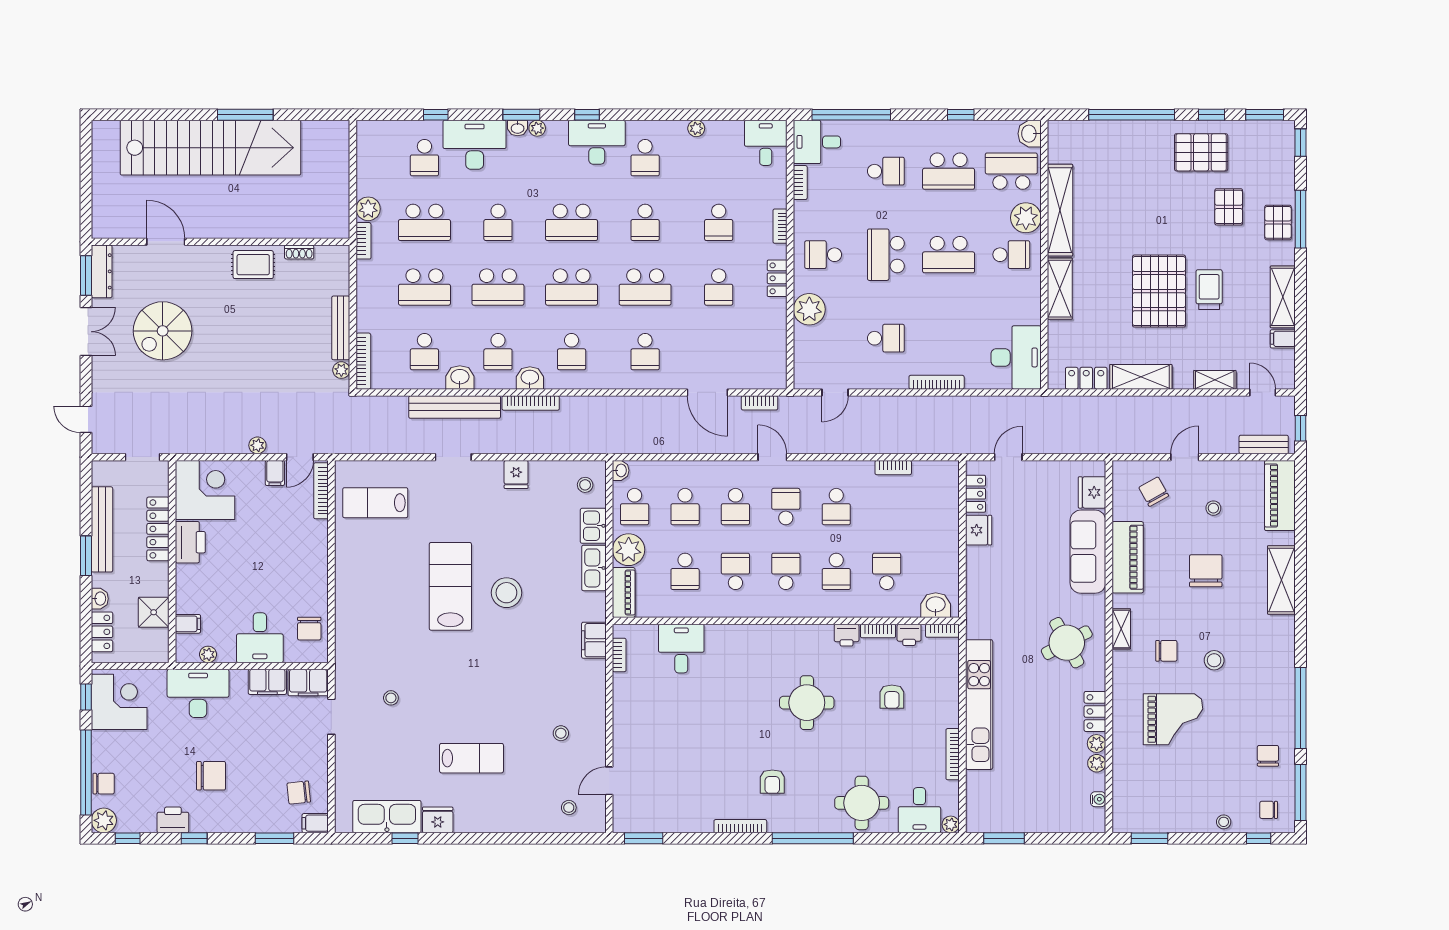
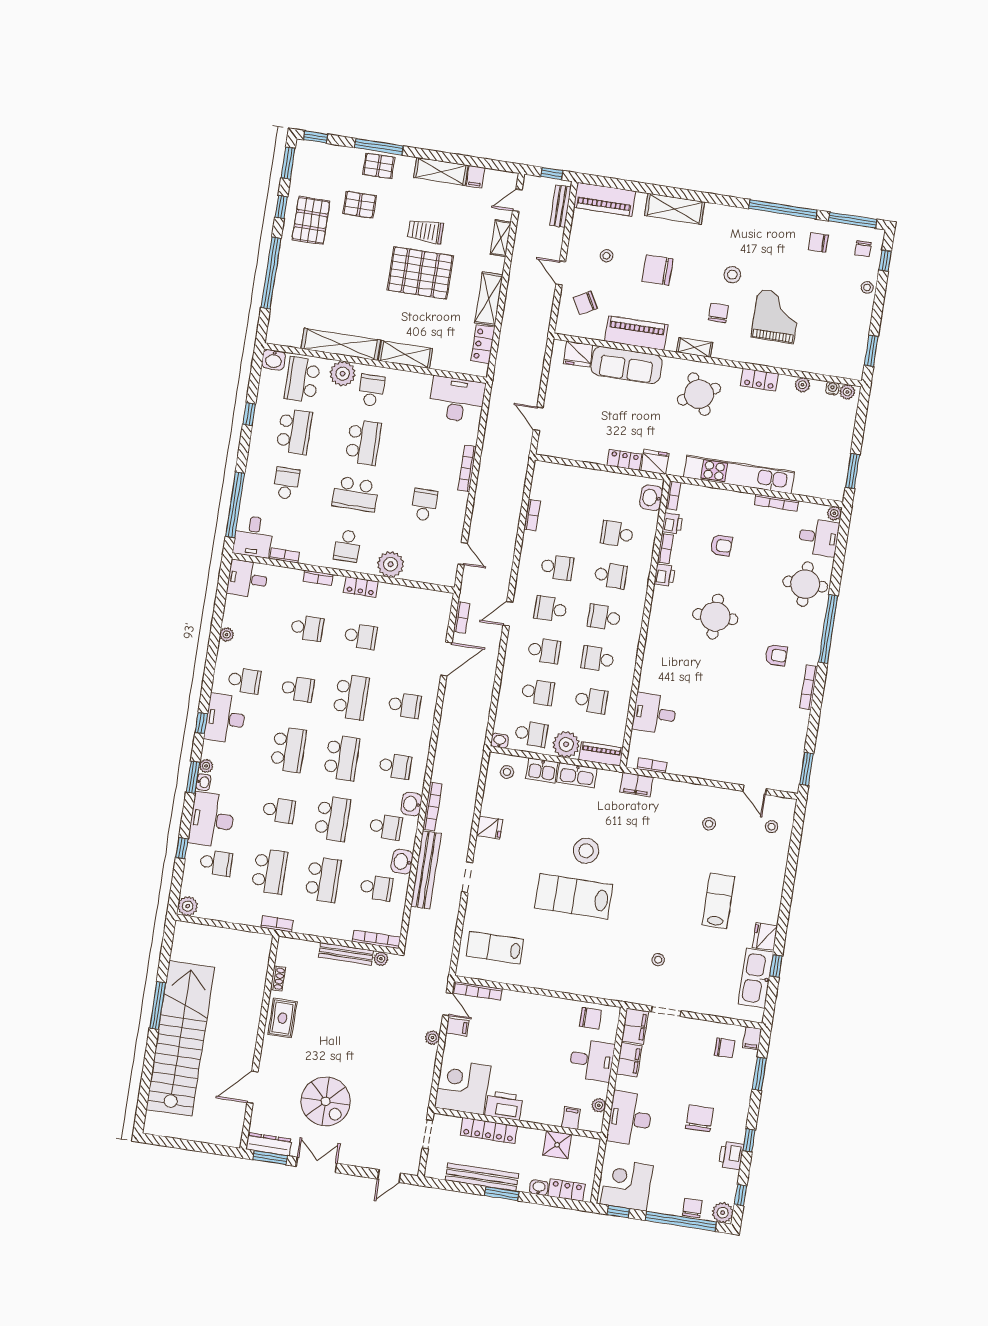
plant: (368, 209) -> (188, 906), moved
locker: (976, 494) -> (624, 460), moved
lab bench: (375, 503) -> (495, 948), turned 90
fridge: (979, 530) -> (655, 462), moved
plant: (1097, 744) -> (847, 392), moved
chair: (299, 793) -> (725, 1048), turned -84

